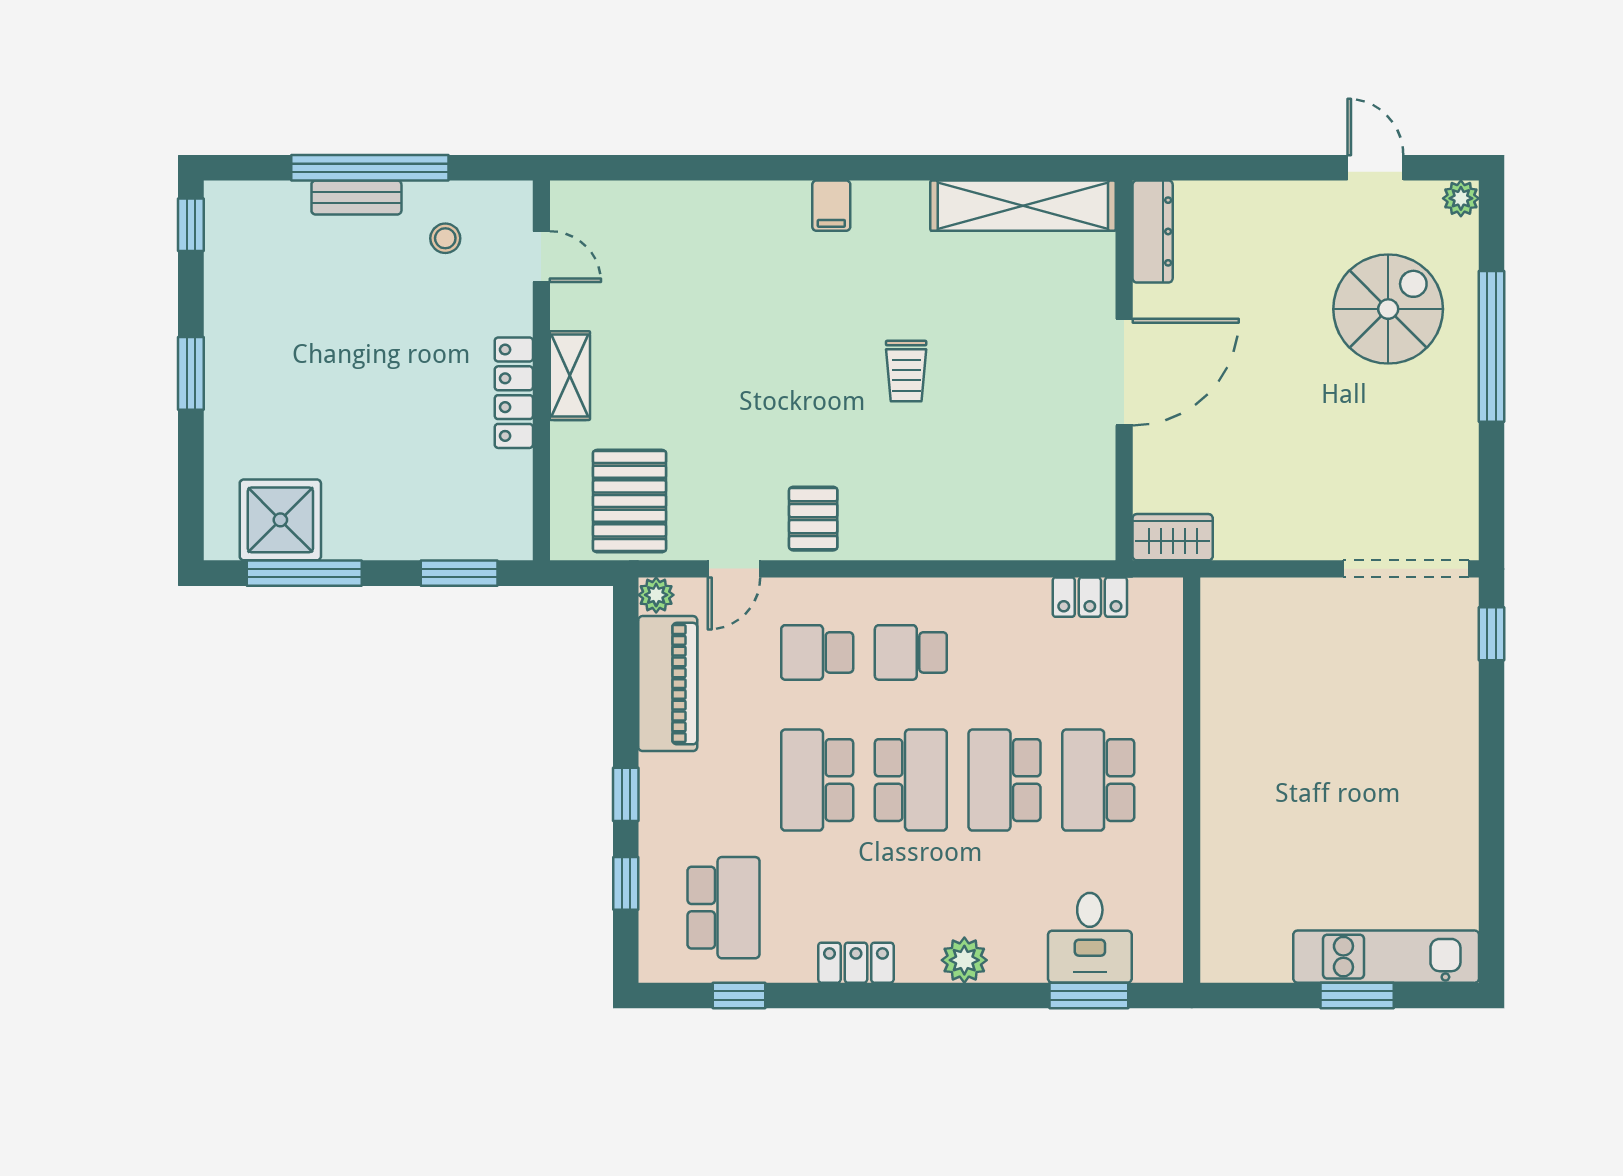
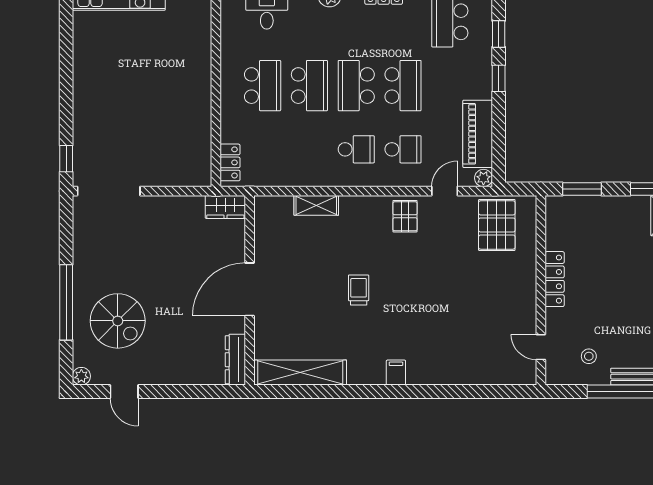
spiral stairs: (1388, 309) -> (118, 321), turned -90
shelving: (570, 376) -> (316, 205), moved, turned 90
locker: (1090, 597) -> (230, 162), moved, turned 90

